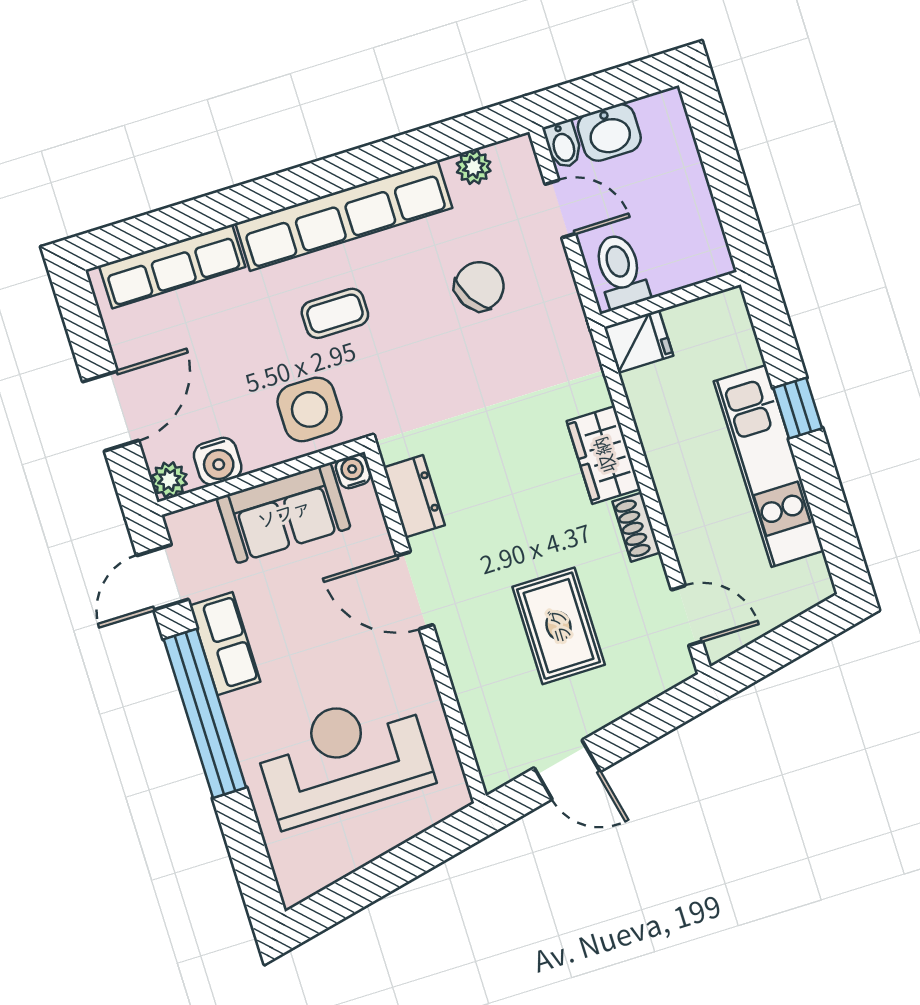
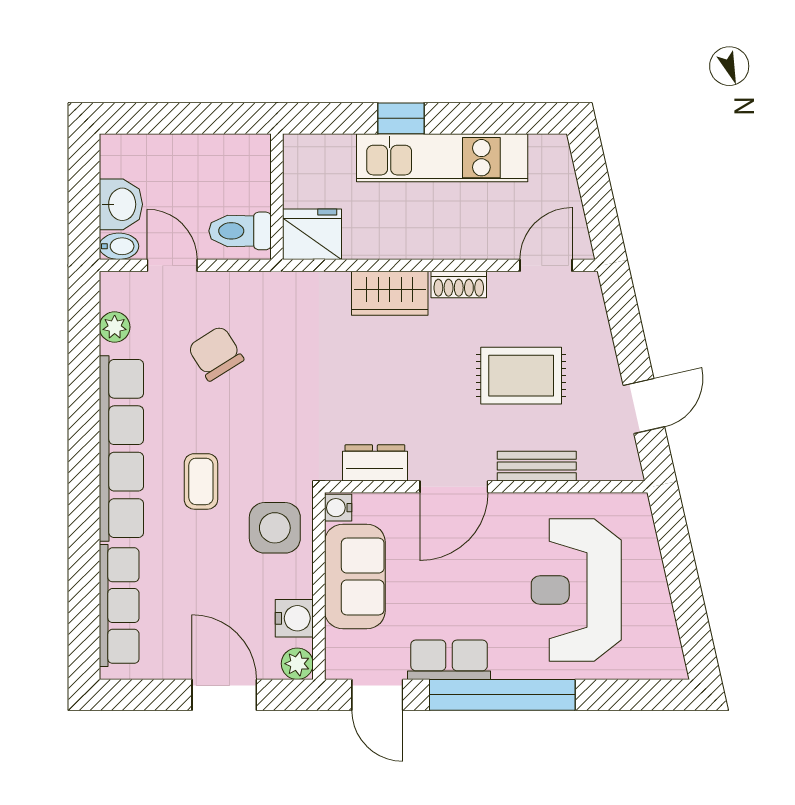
door: (560, 209) -> (172, 265), hinge flipped
fridge: (639, 341) -> (312, 234), width x1.38
bench: (465, 673) -> (537, 466), added

